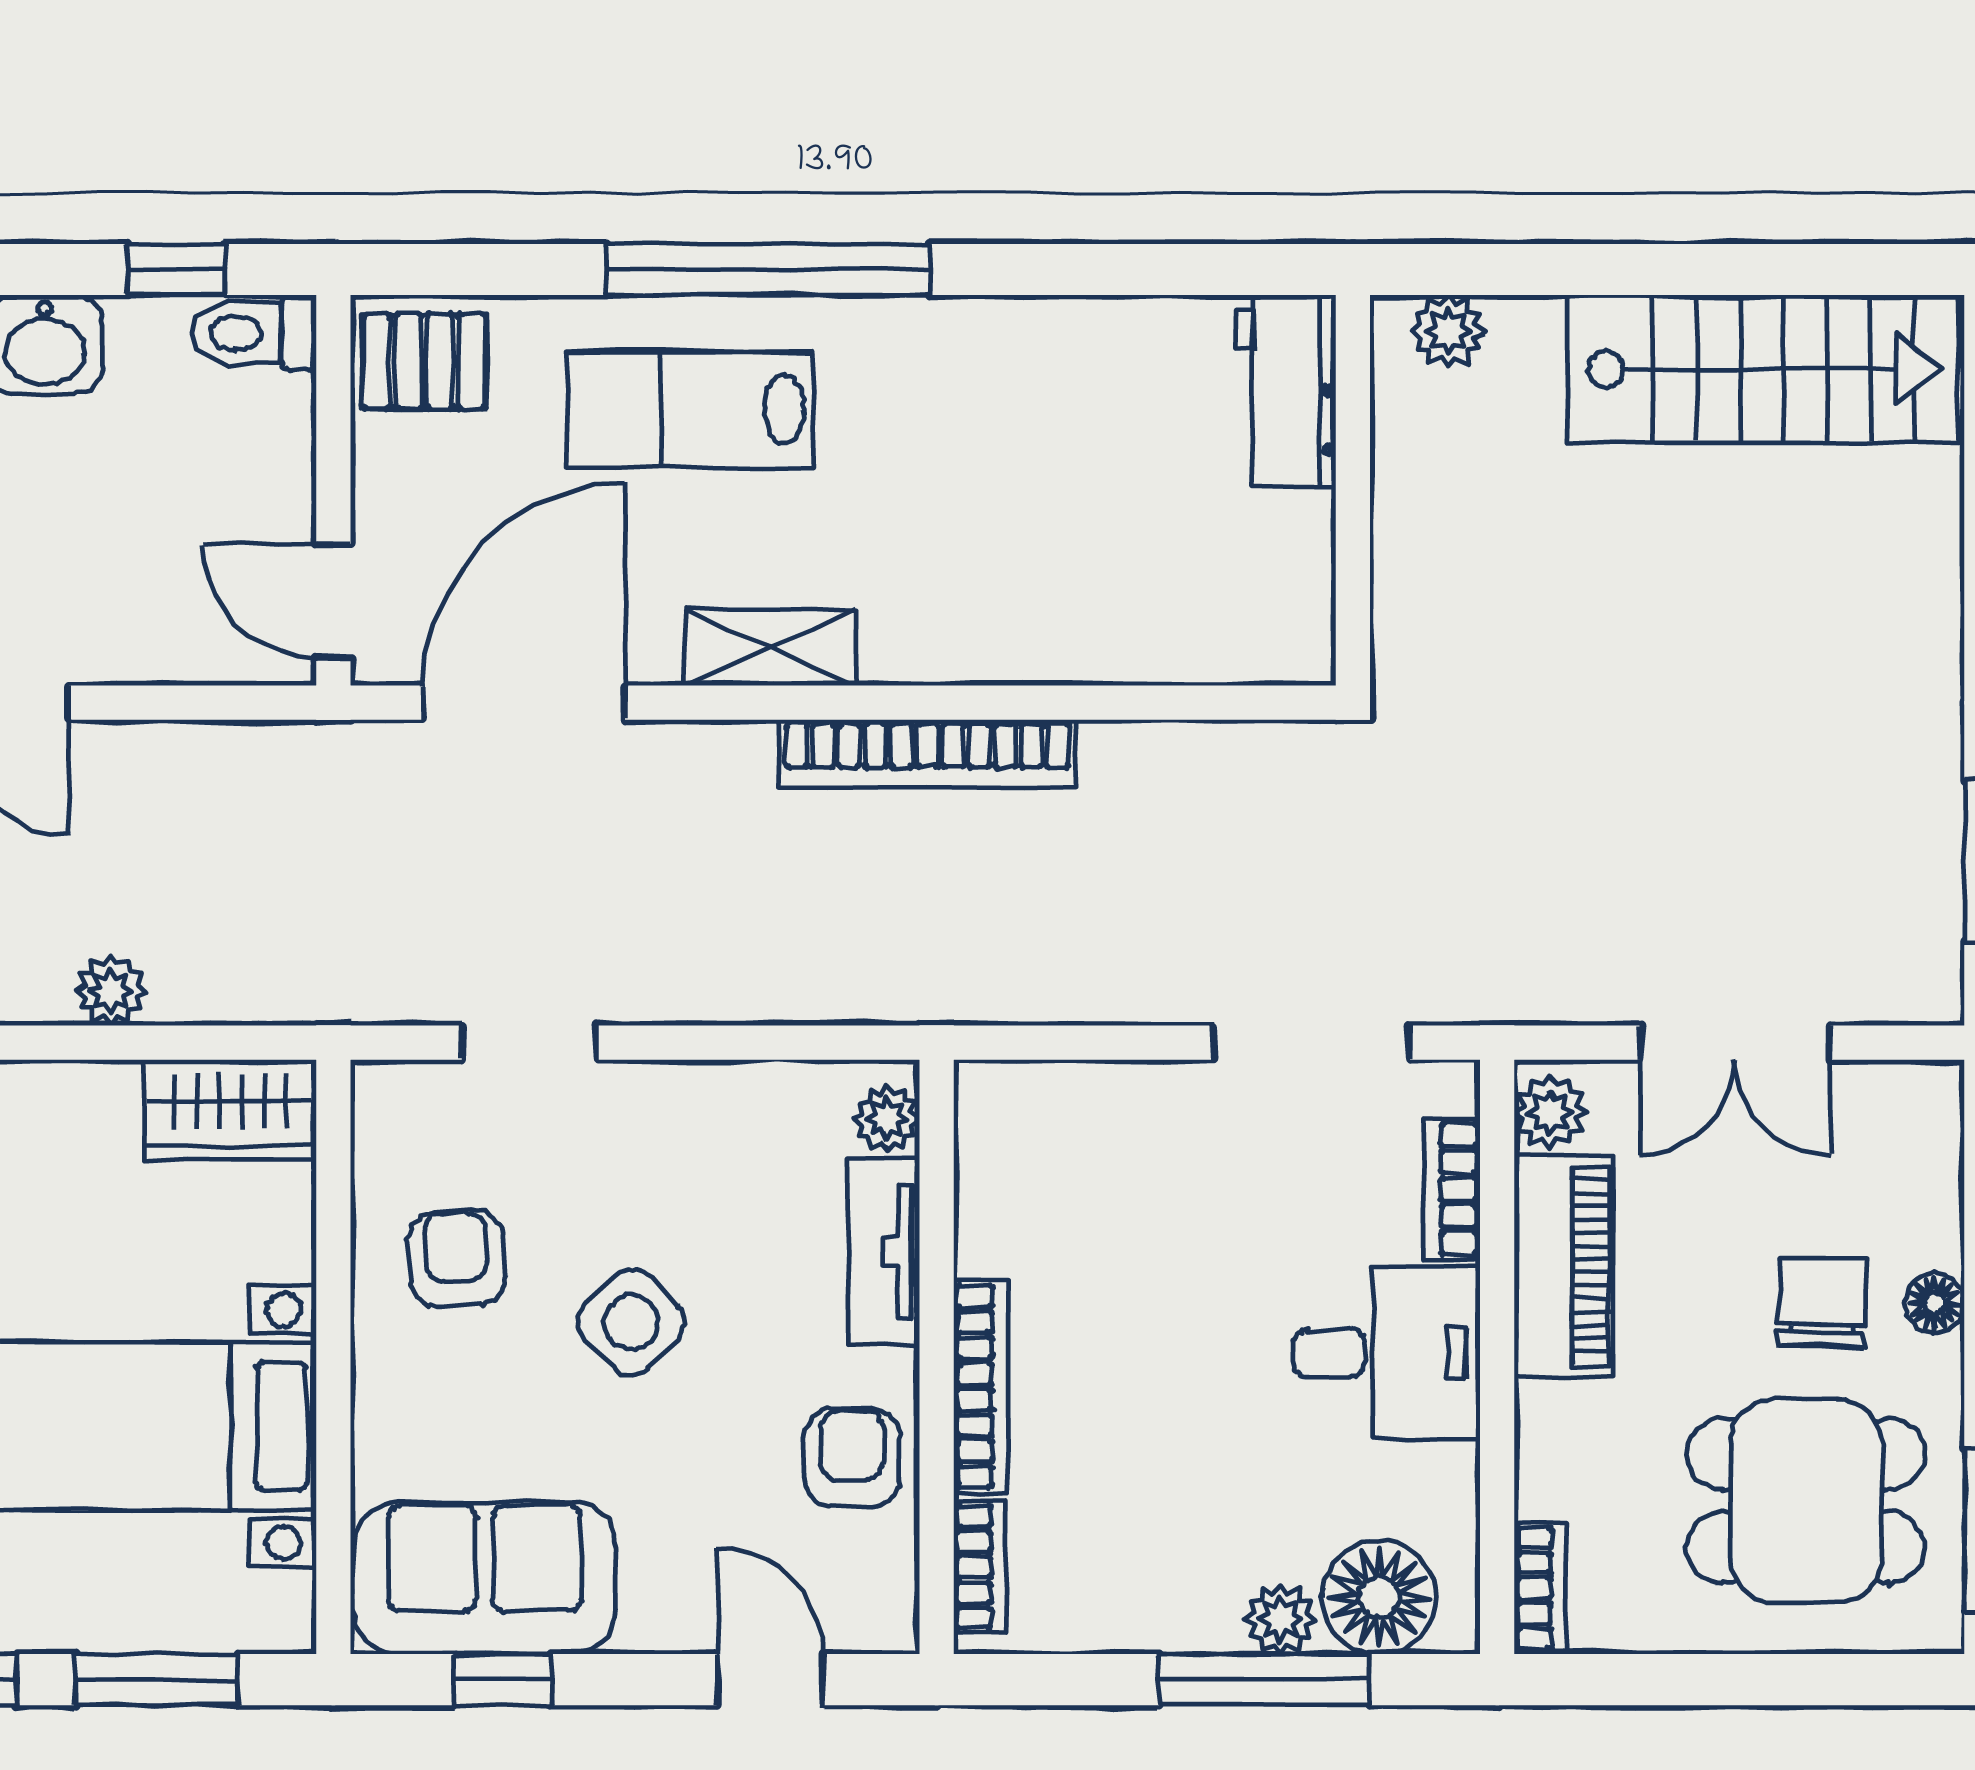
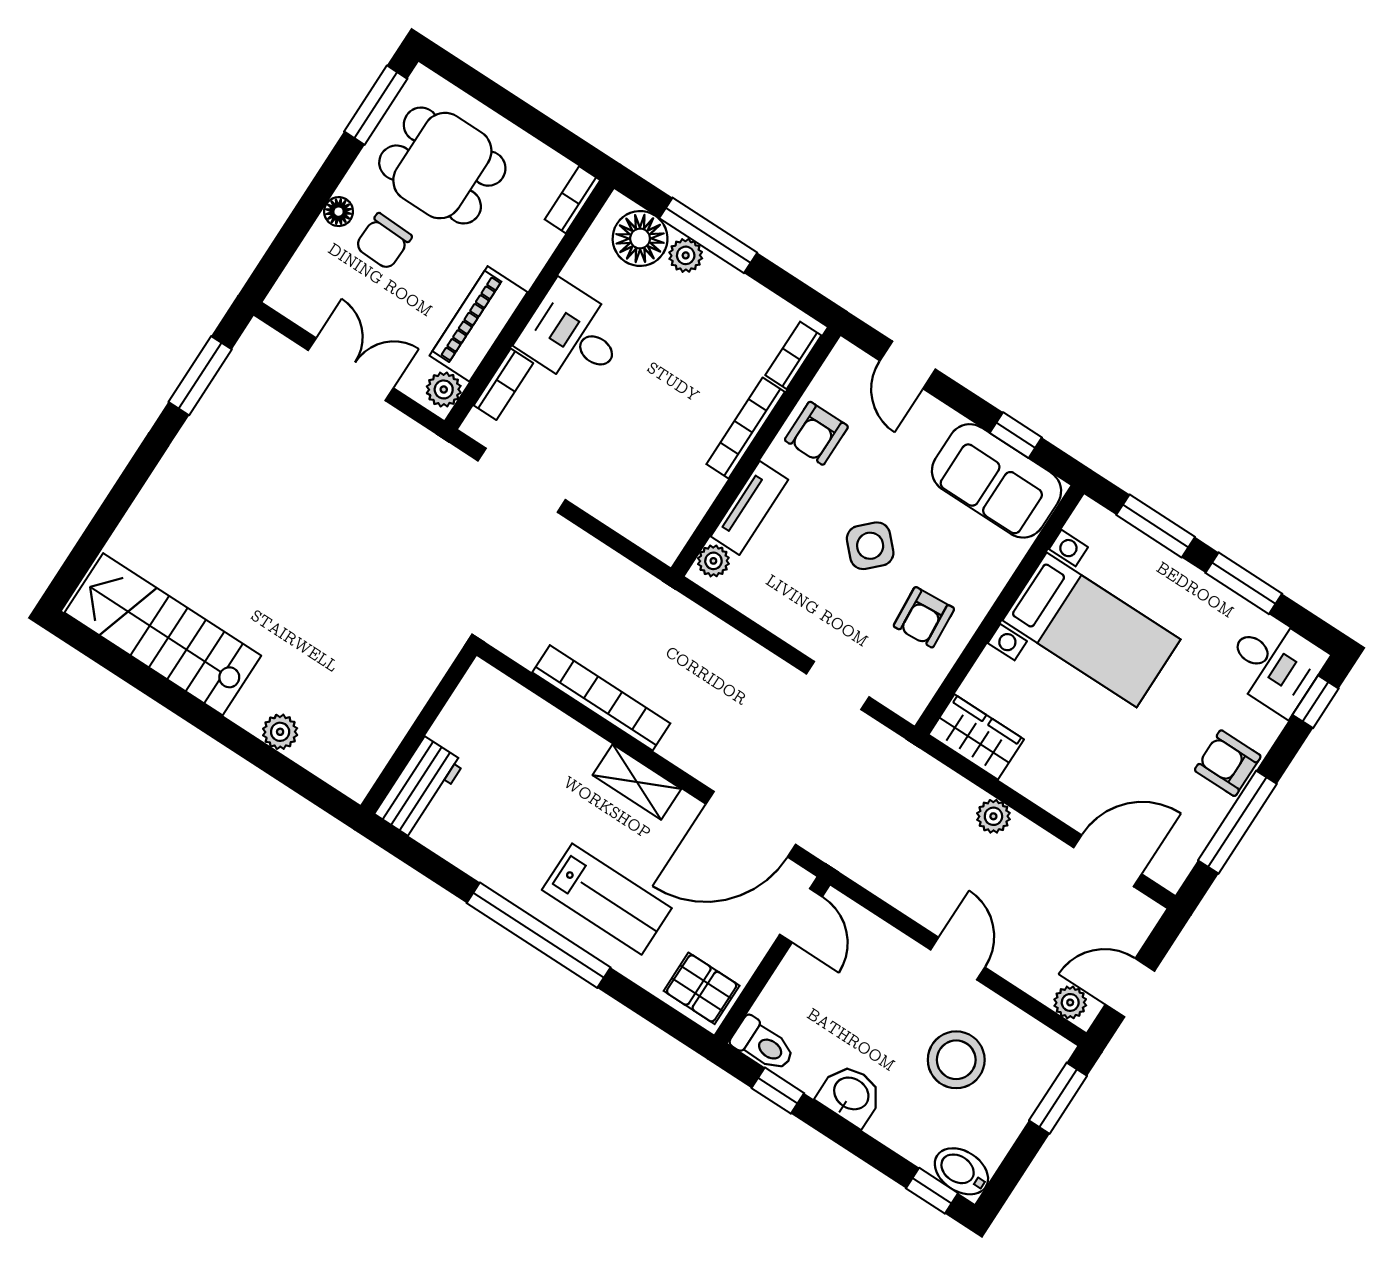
workbench: (1286, 391) -> (420, 788), moved
wall: (1353, 490) -> (419, 730), moved

